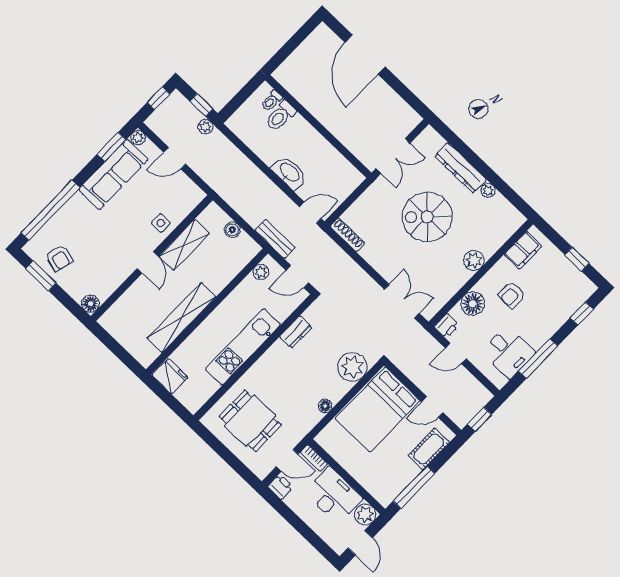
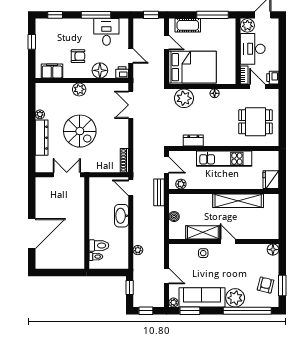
plant: (206, 127) -> (138, 250), moved
plant: (78, 211) -> (235, 298), added
door: (148, 262) -> (228, 242), hinge flipped
dining table: (250, 421) -> (255, 122), turned 90

